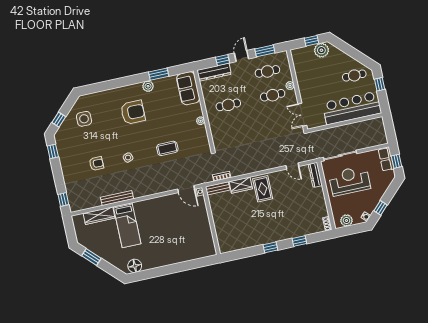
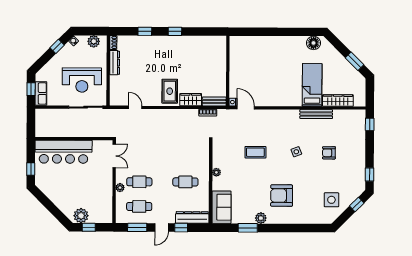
cafe table: (354, 75) -> (54, 183), removed
dresser: (315, 175) -> (115, 63), moved

